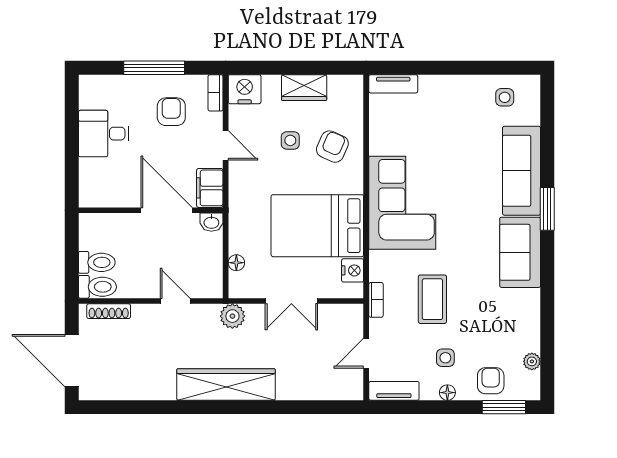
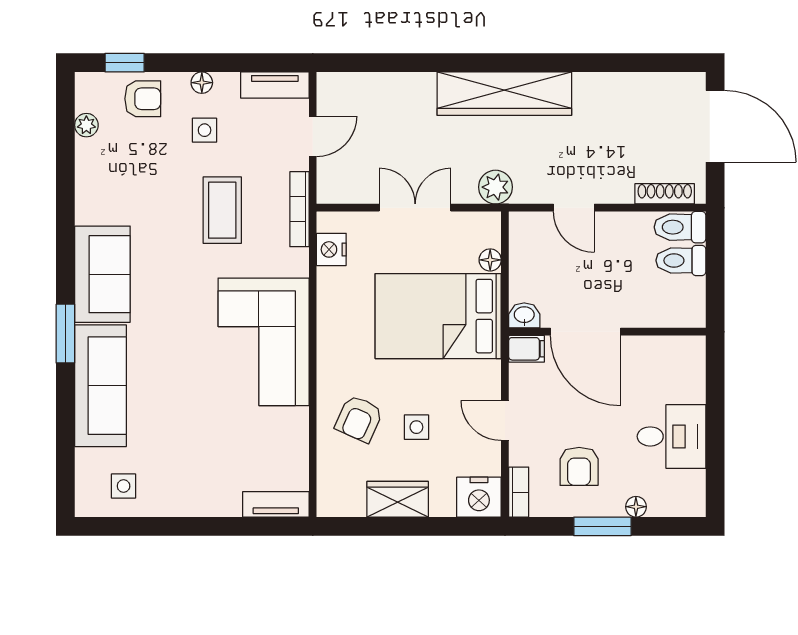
window: (154, 68) -> (602, 526), width x0.69
floor lamp: (130, 82) -> (636, 507), added
filing cabinet: (210, 188) -> (526, 349), width x0.50
bed: (317, 226) -> (438, 316), moved, turned 180
bookcase: (376, 300) -> (299, 209), width x1.56
armchair: (491, 381) -> (143, 99), turned -90
window: (504, 407) -> (125, 63), width x0.67

